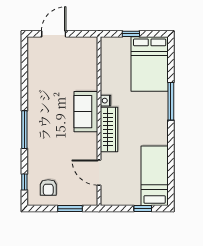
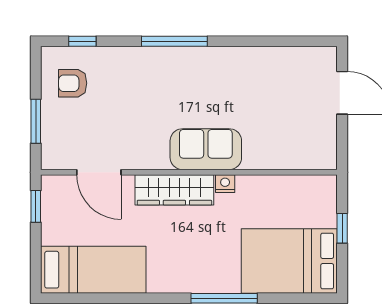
door: (99, 173) -> (99, 172), swing flipped
window: (143, 209) -> (36, 206), moved

